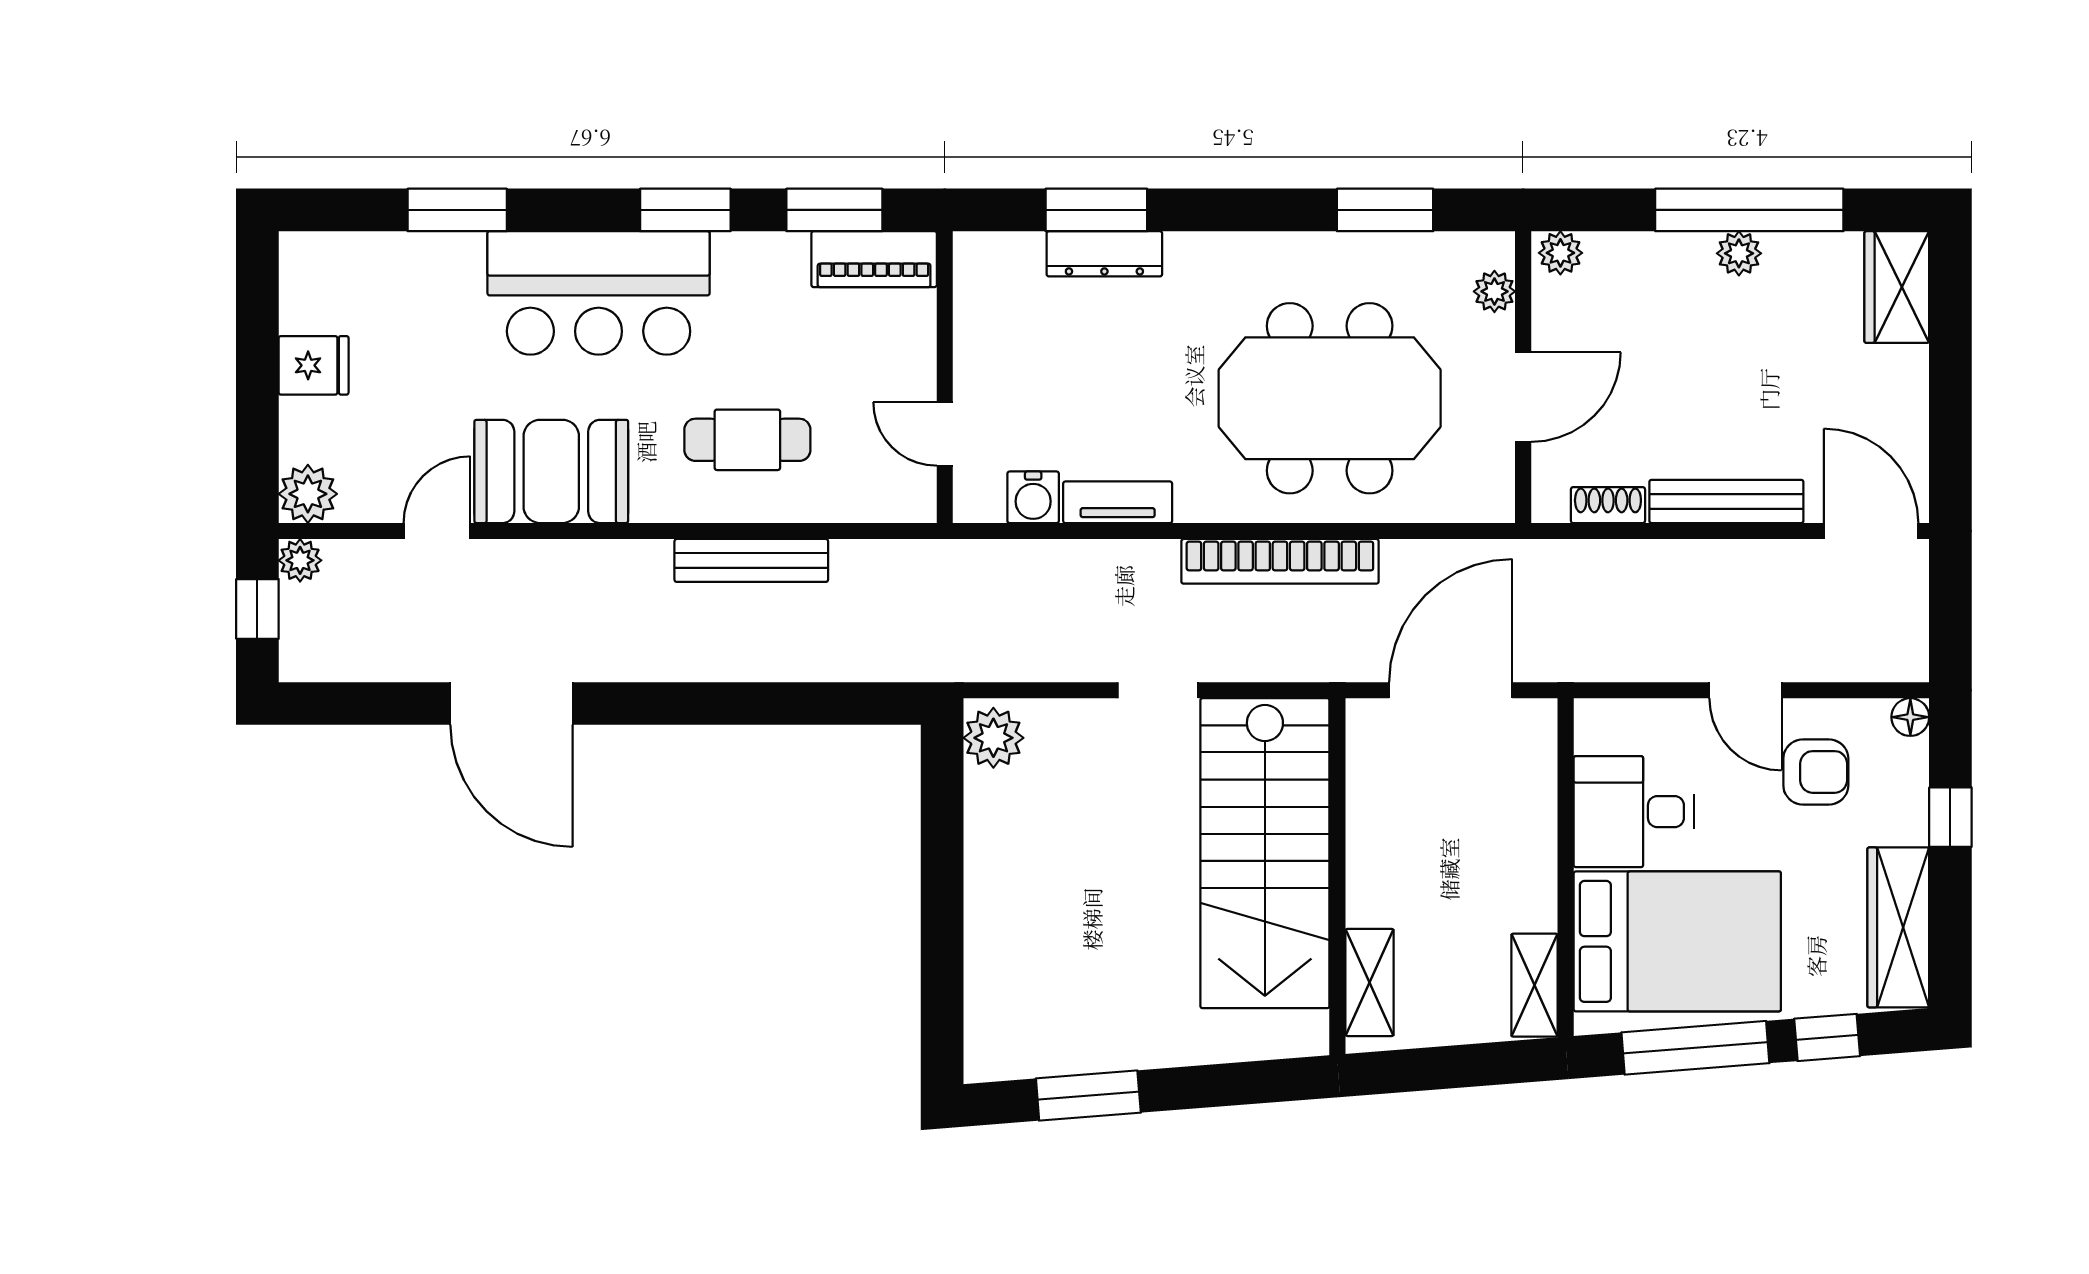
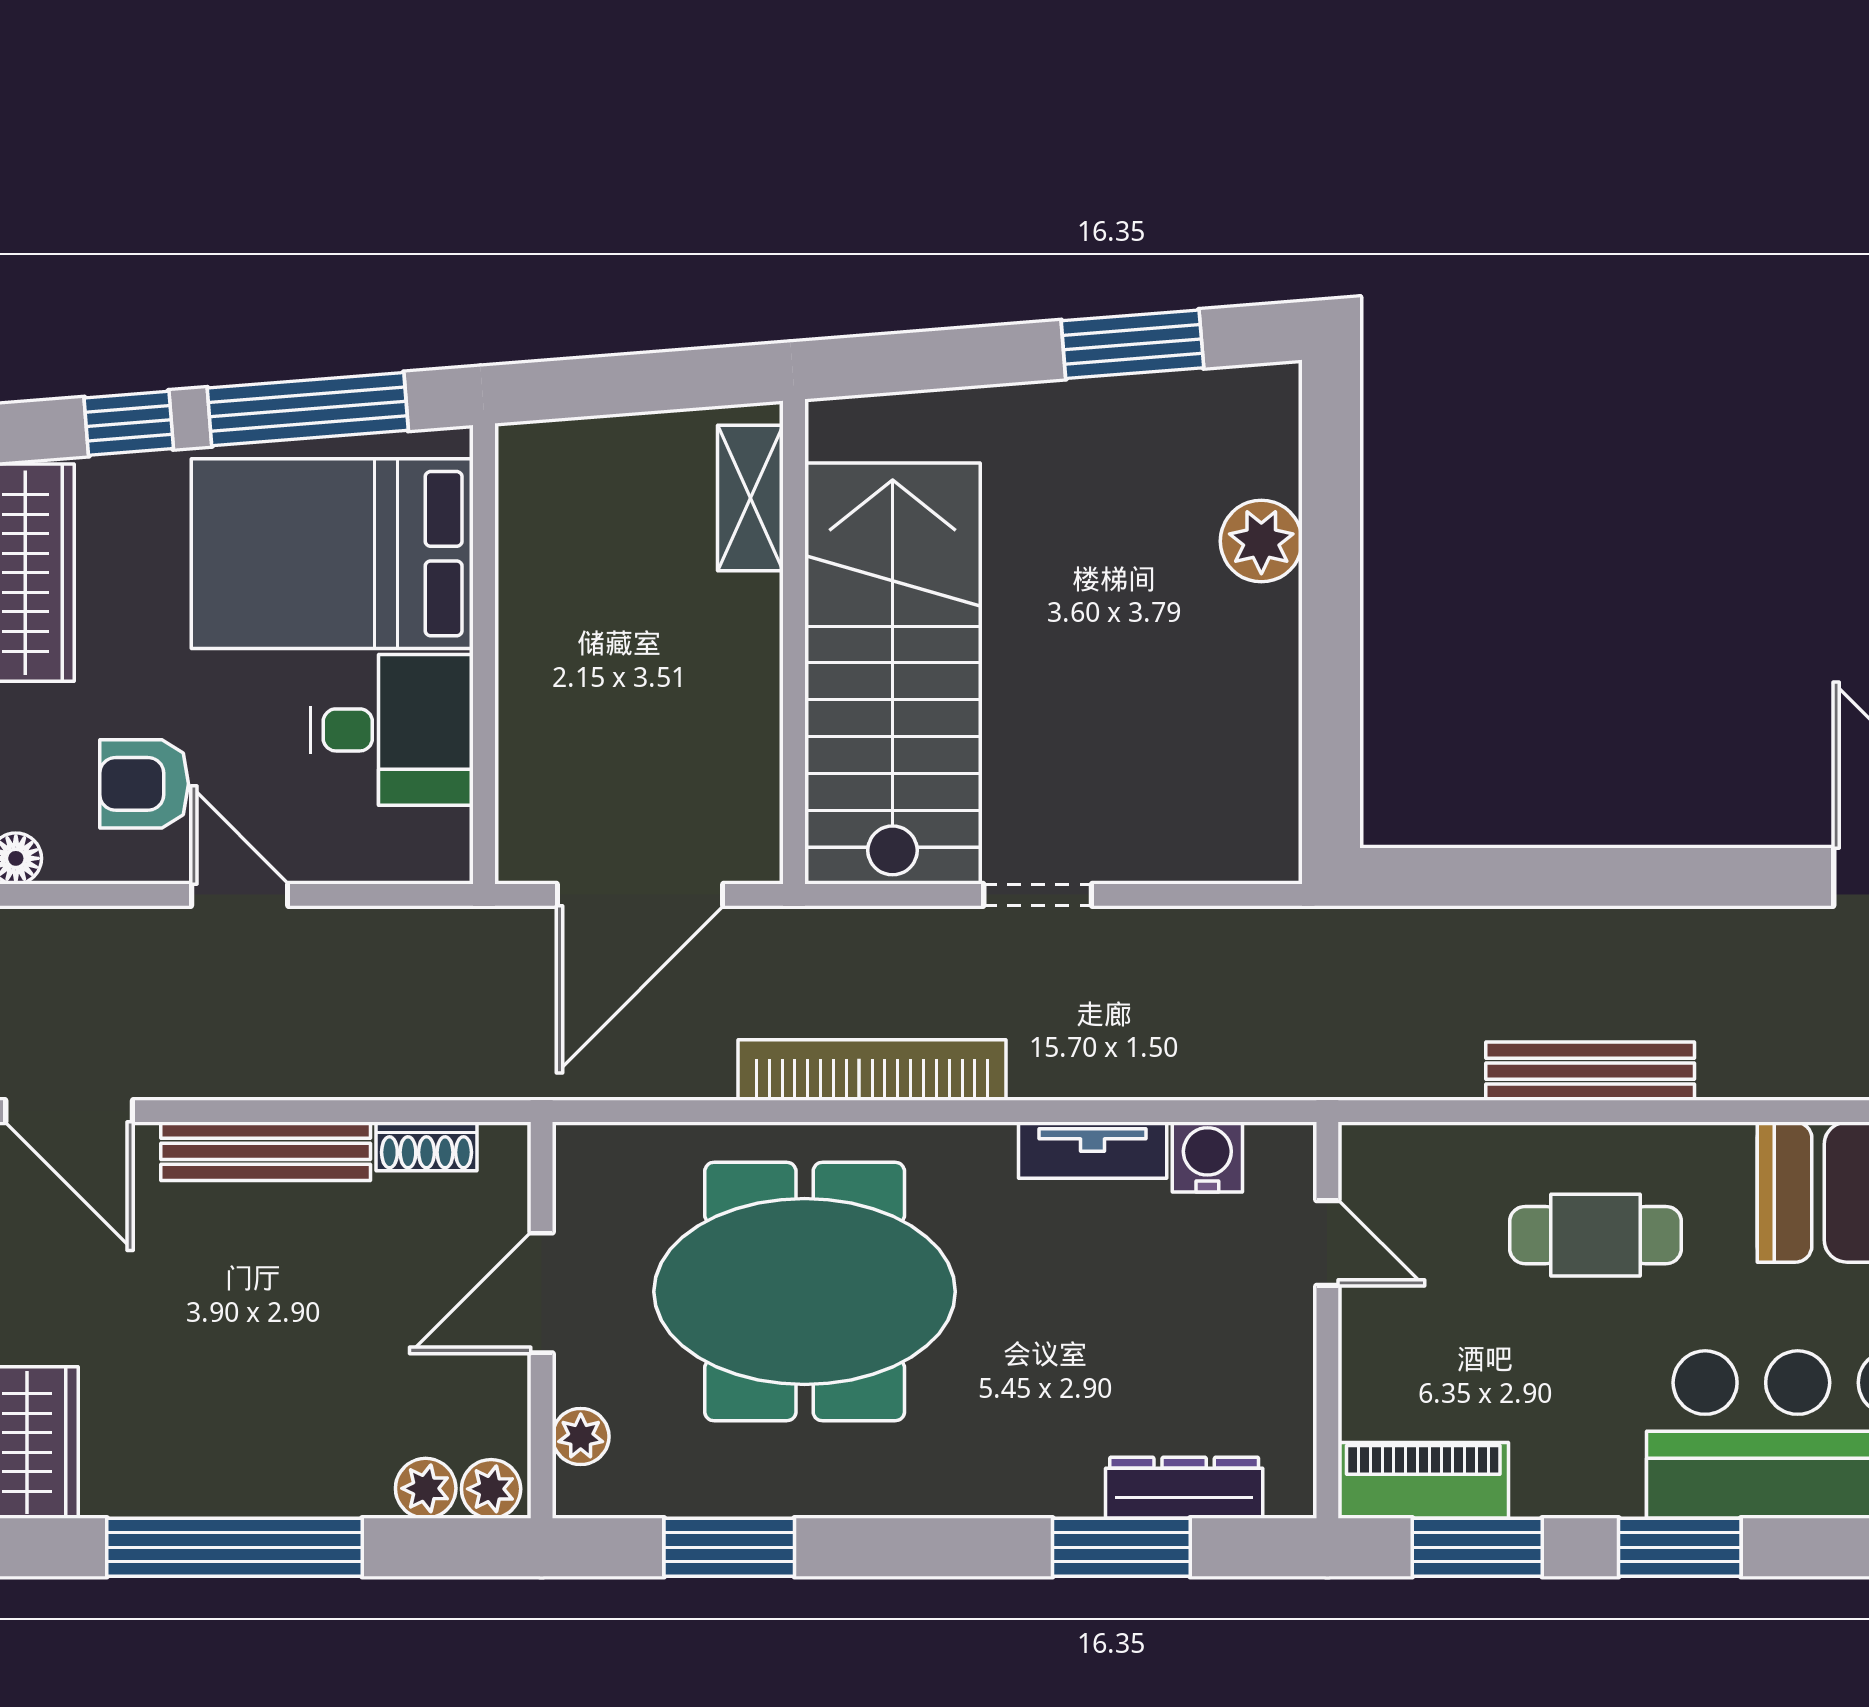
plant: (1739, 253) -> (426, 1488), moved
dresser: (1104, 254) -> (1184, 1488), moved
plant: (993, 738) -> (1261, 541), moved
shelving: (1534, 985) -> (526, 494), removed

